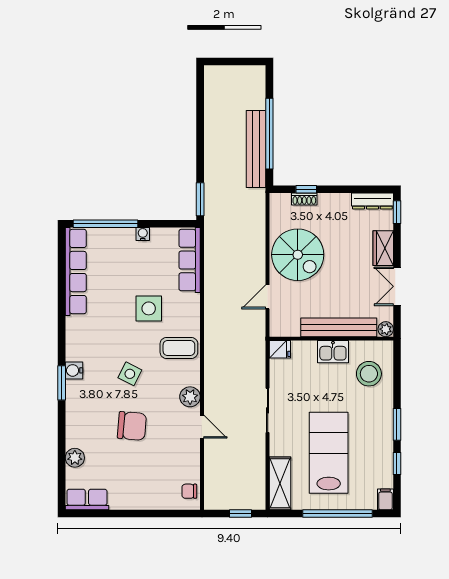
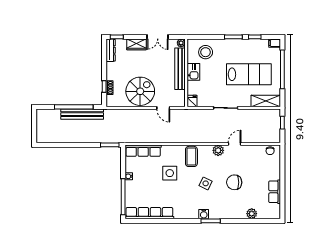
chair: (132, 426) -> (234, 182), turned -95
lab bench: (329, 453) -> (249, 74), turned 180
row of seats: (87, 500) -> (275, 192), moved

